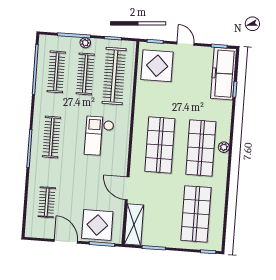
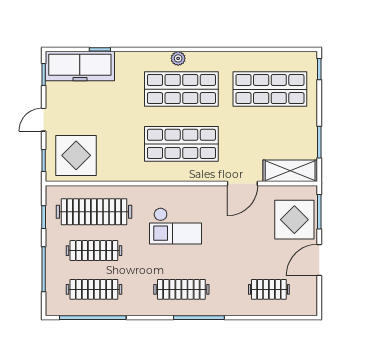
plant: (85, 43) -> (52, 253), removed

